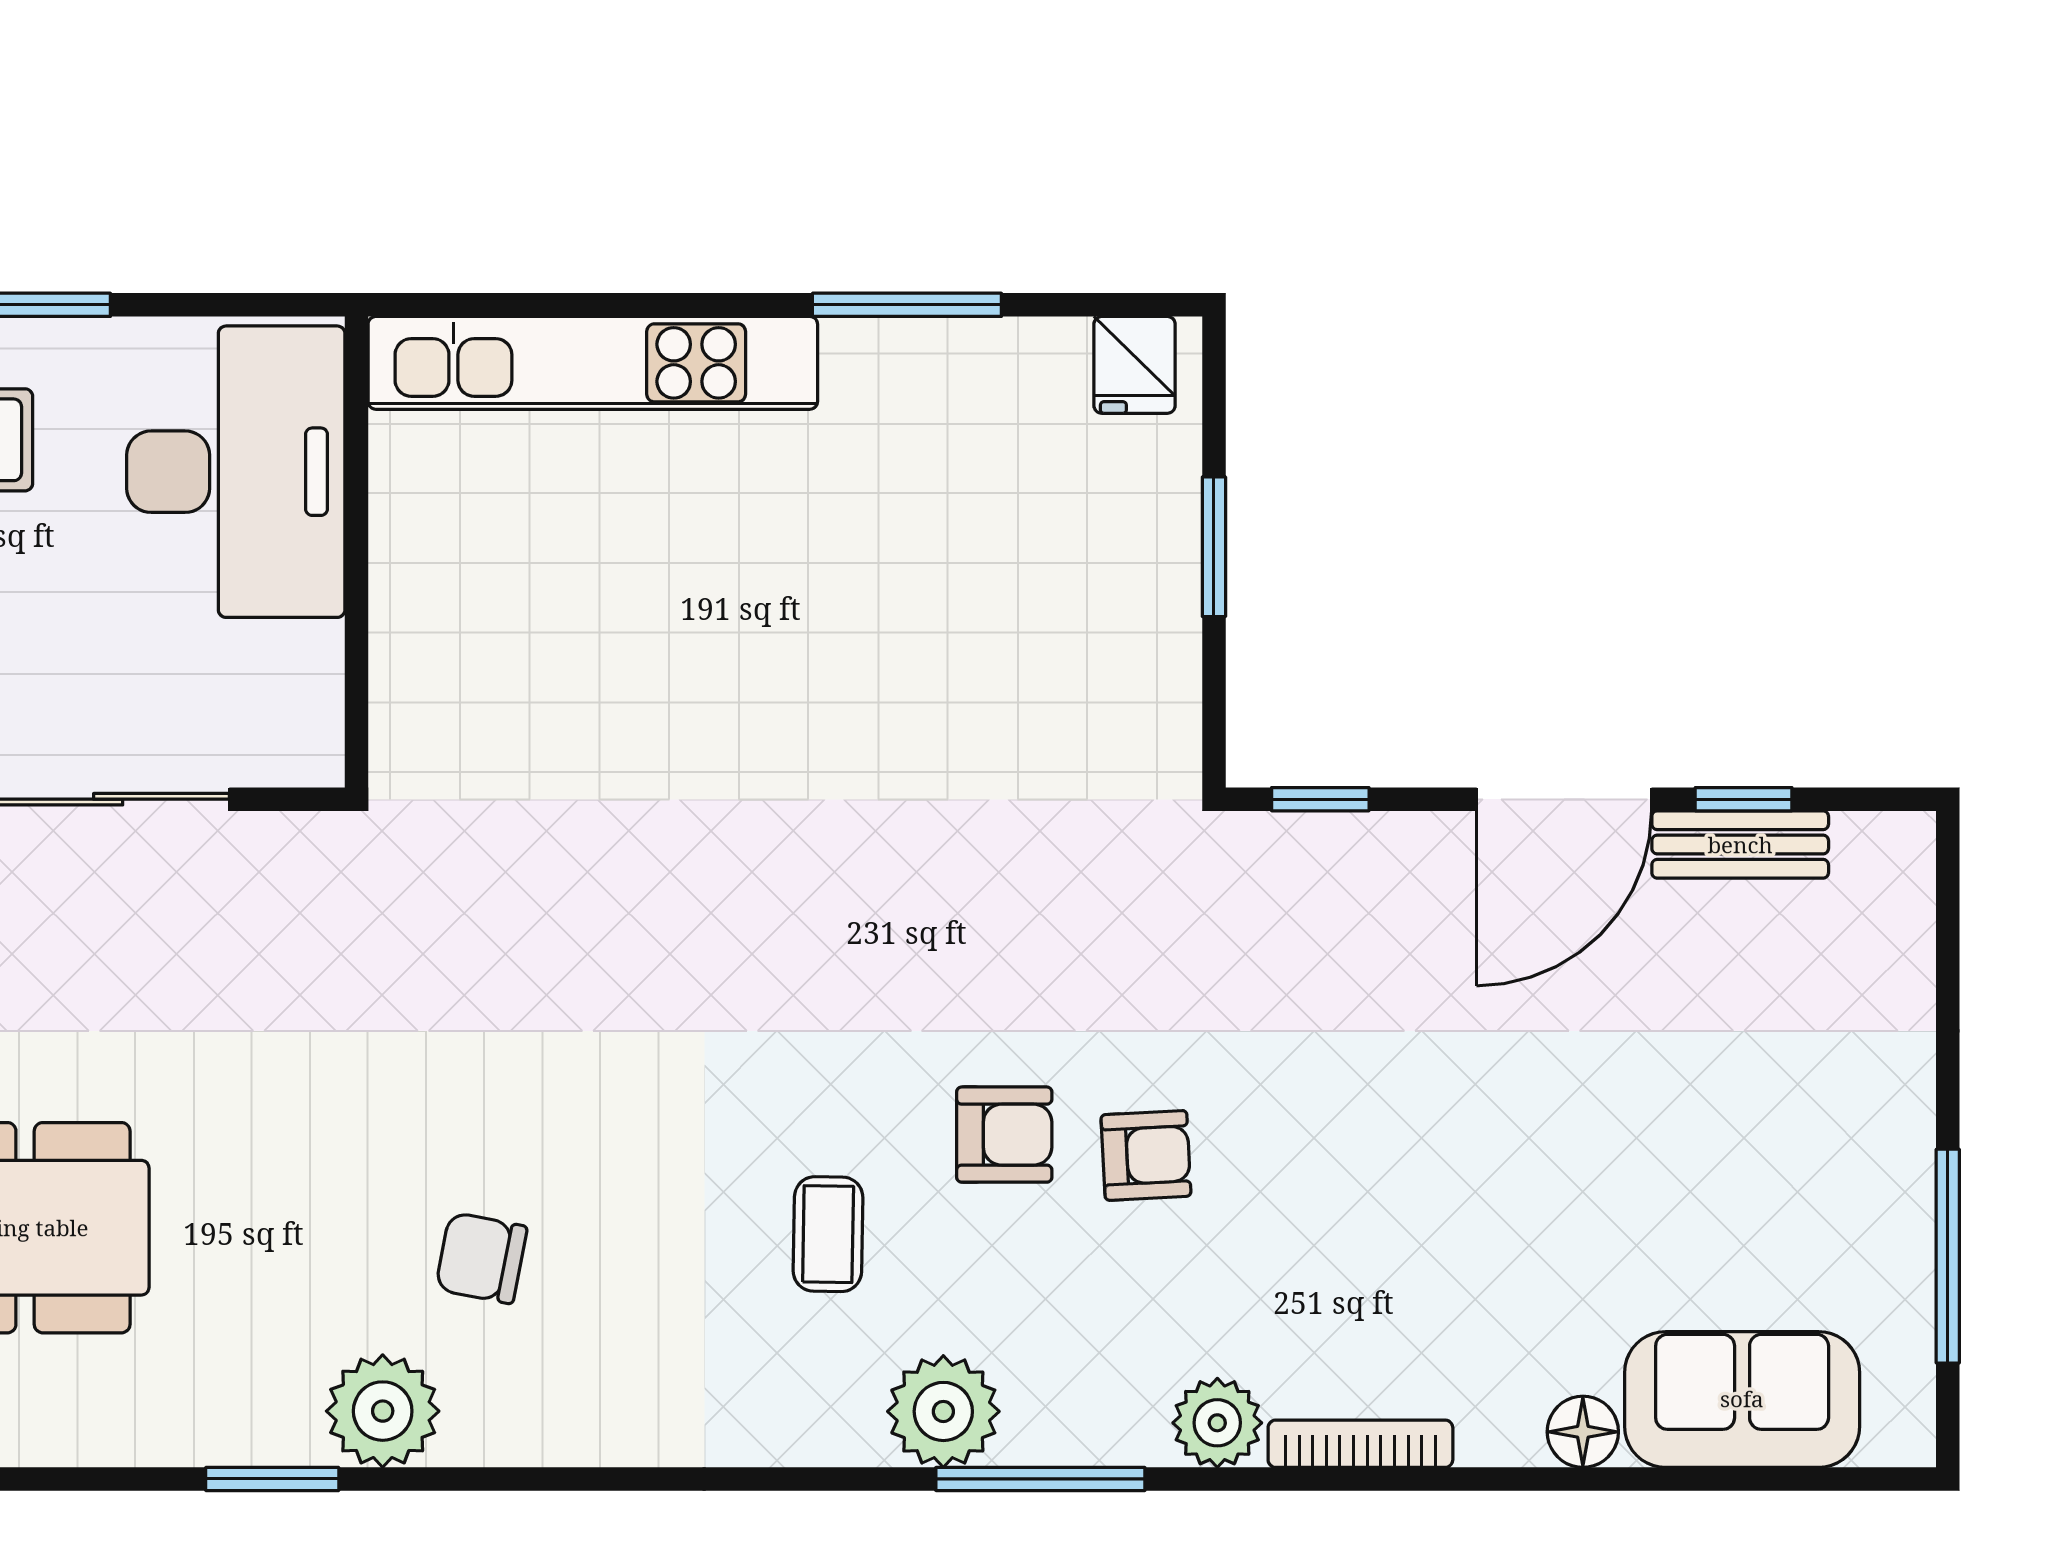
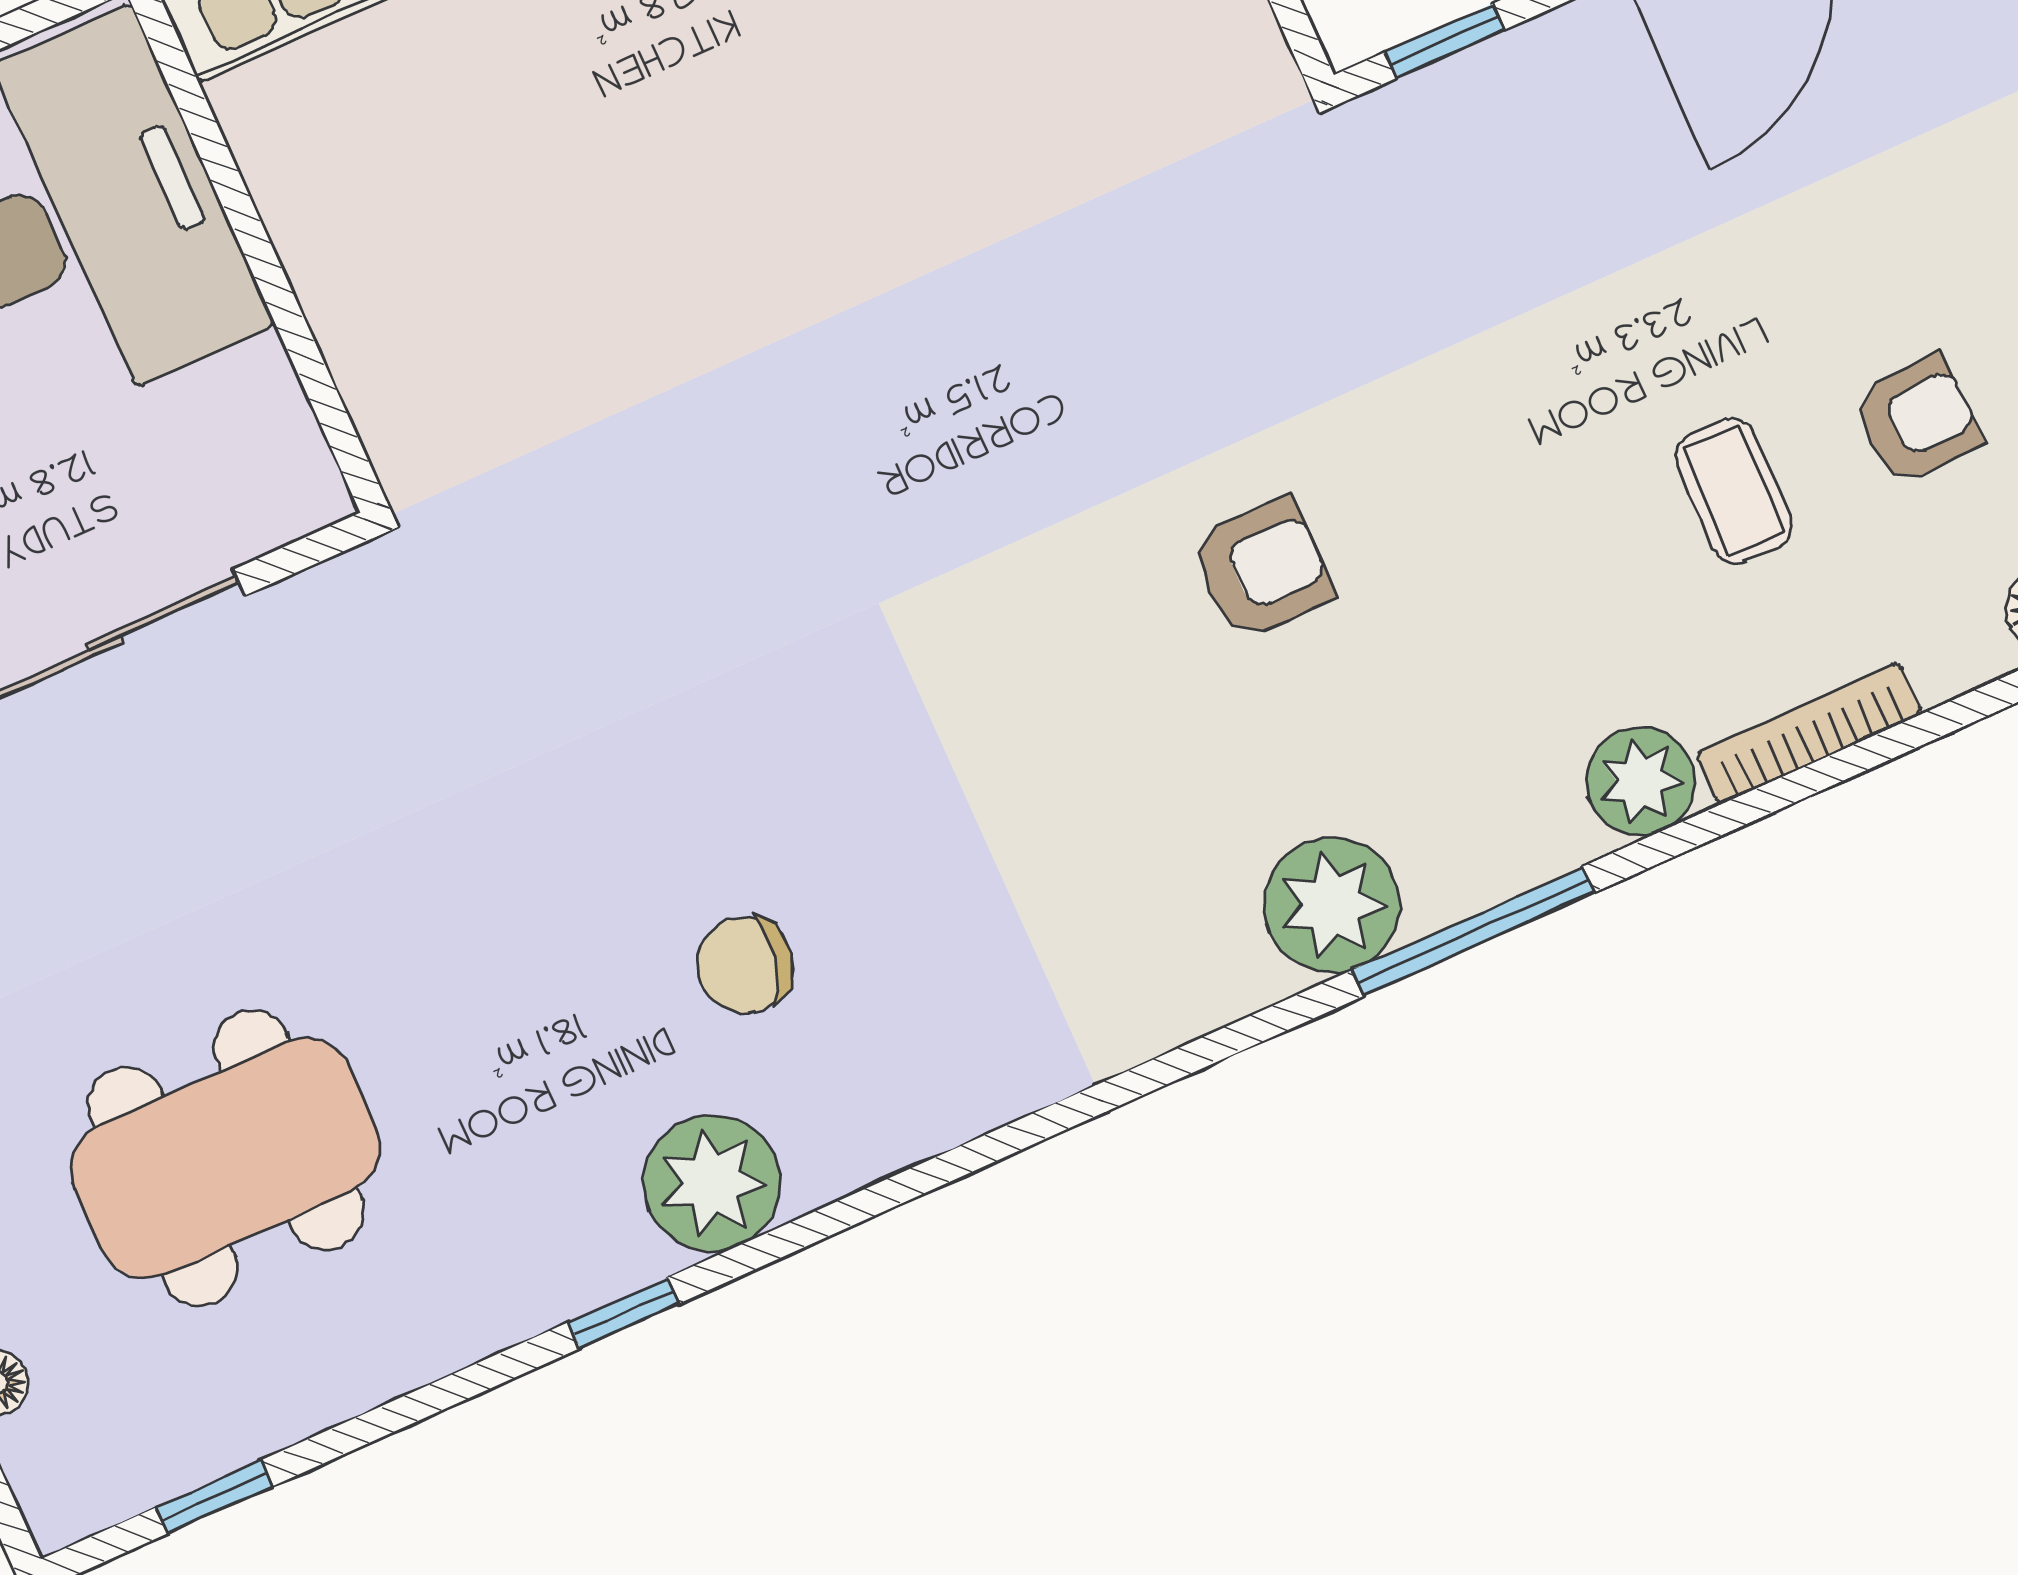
armchair: (1146, 1155) -> (1917, 420), moved
coffee table: (828, 1234) -> (1734, 491), moved
window: (272, 1479) -> (624, 1313), width x0.67

